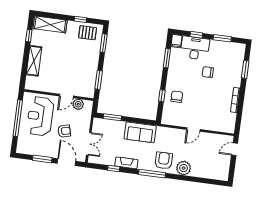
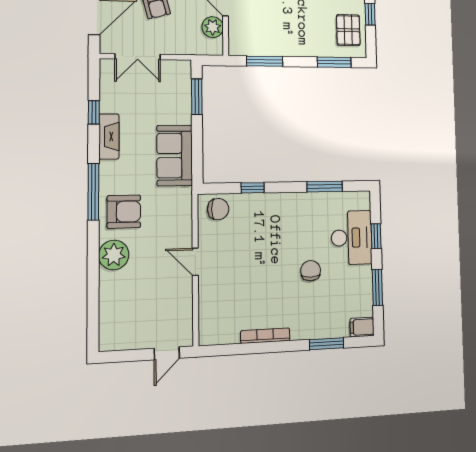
filing cabinet: (176, 41) -> (362, 327), moved
chair: (177, 97) -> (218, 209), moved
door: (235, 149) -> (167, 353), swing flipped

